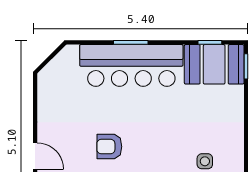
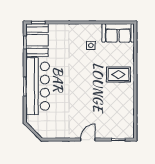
armchair: (109, 147) -> (83, 98), removed

